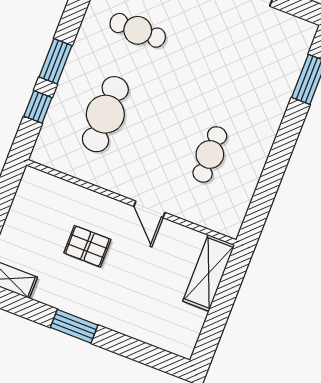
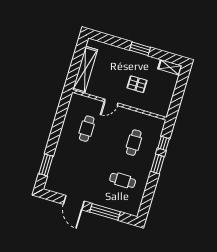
cafe table: (105, 114) -> (134, 143), width x0.73, depth x0.74
door: (149, 209) -> (111, 102), swing flipped
shelving: (209, 273) -> (85, 70), width x1.47

